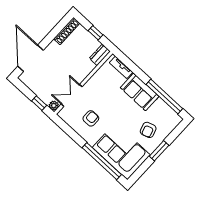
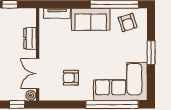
dresser: (100, 55) -> (30, 38), moved
armchair: (91, 118) -> (71, 78), turned -90
armchair: (148, 130) -> (128, 23), moved

